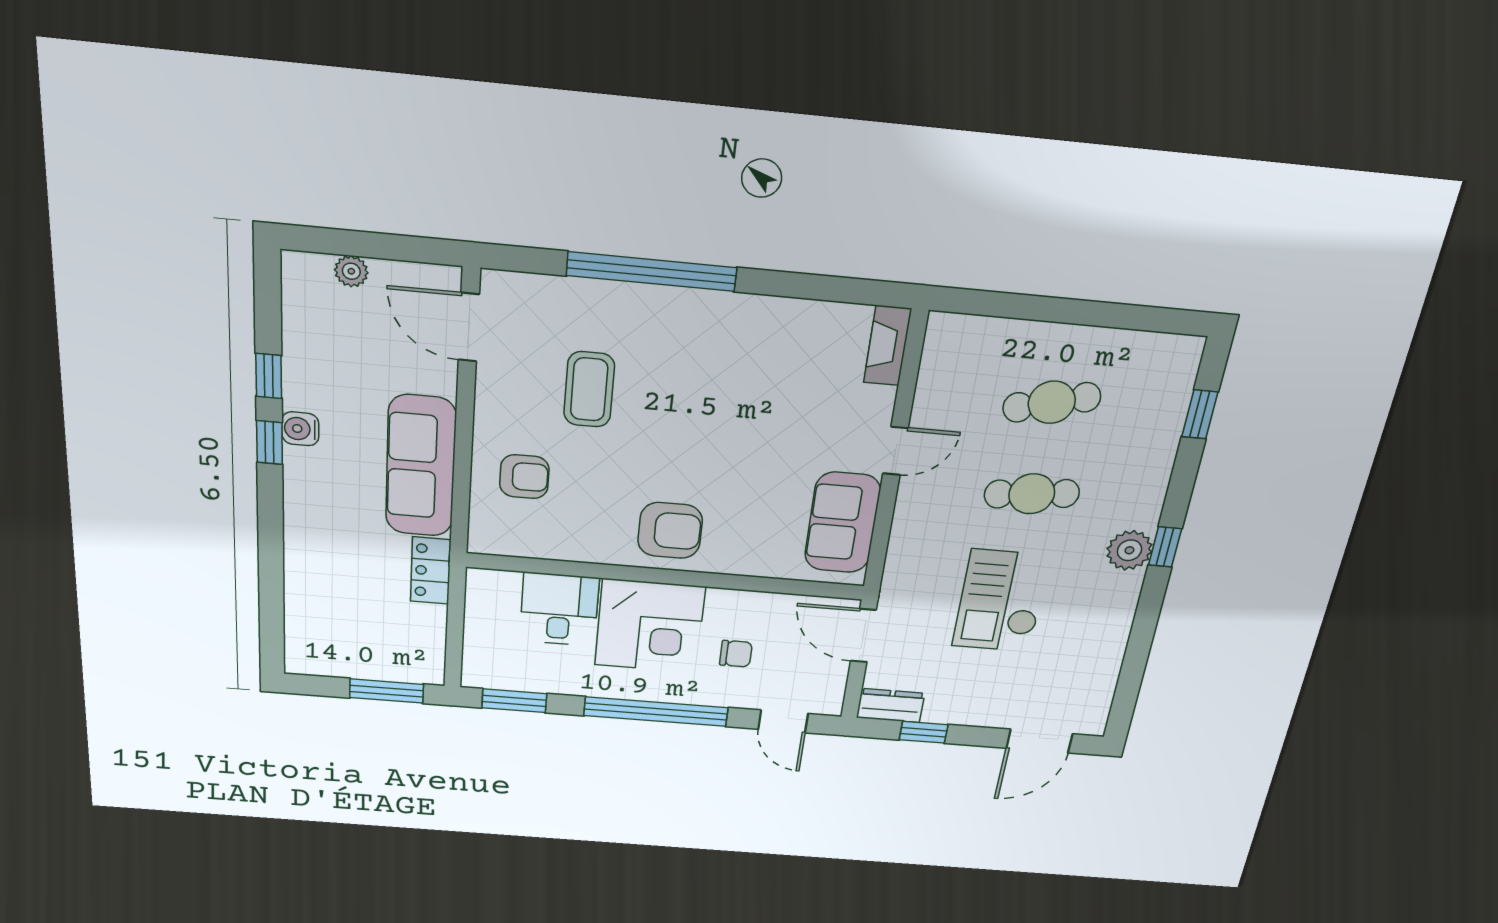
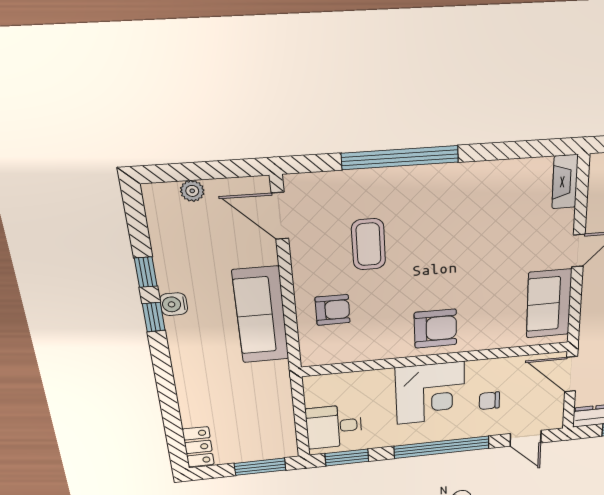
locker: (431, 571) -> (198, 447), moved, turned 180
desk: (559, 609) -> (334, 427), moved, turned -90
chair: (736, 654) -> (489, 401), turned 180

